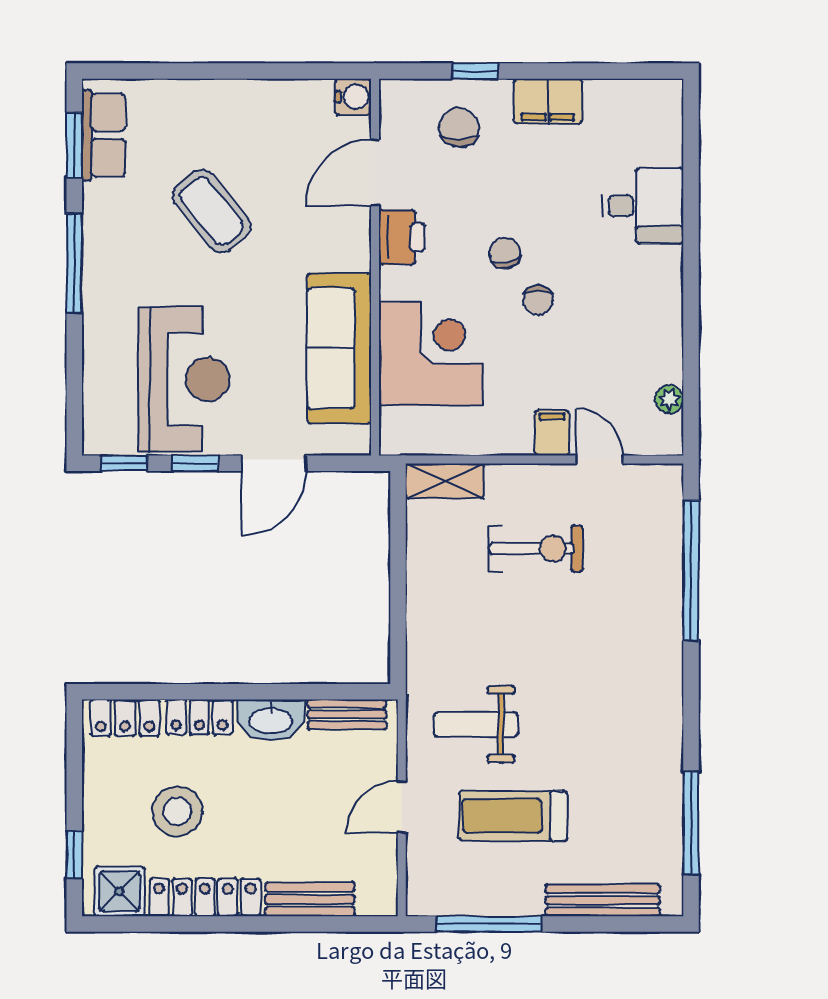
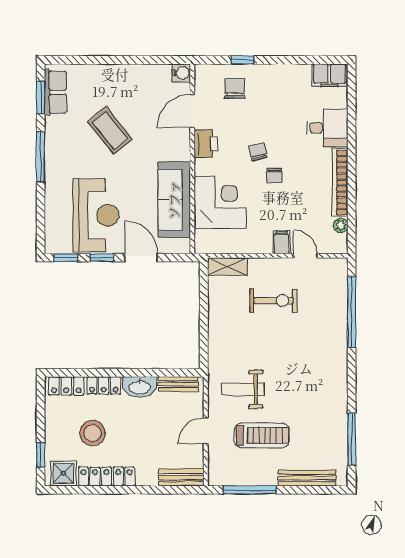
filing cabinet: (548, 101) -> (329, 75), moved
bookcase: (668, 314) -> (340, 183), added
door: (274, 463) -> (141, 258), swing flipped
treadmill: (513, 816) -> (262, 435), turned 180
bench: (310, 899) -> (181, 477), moved

